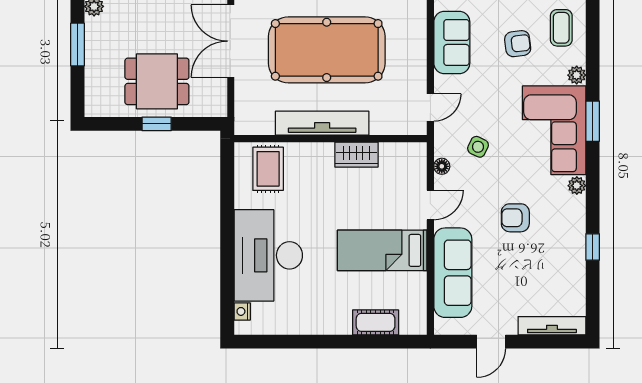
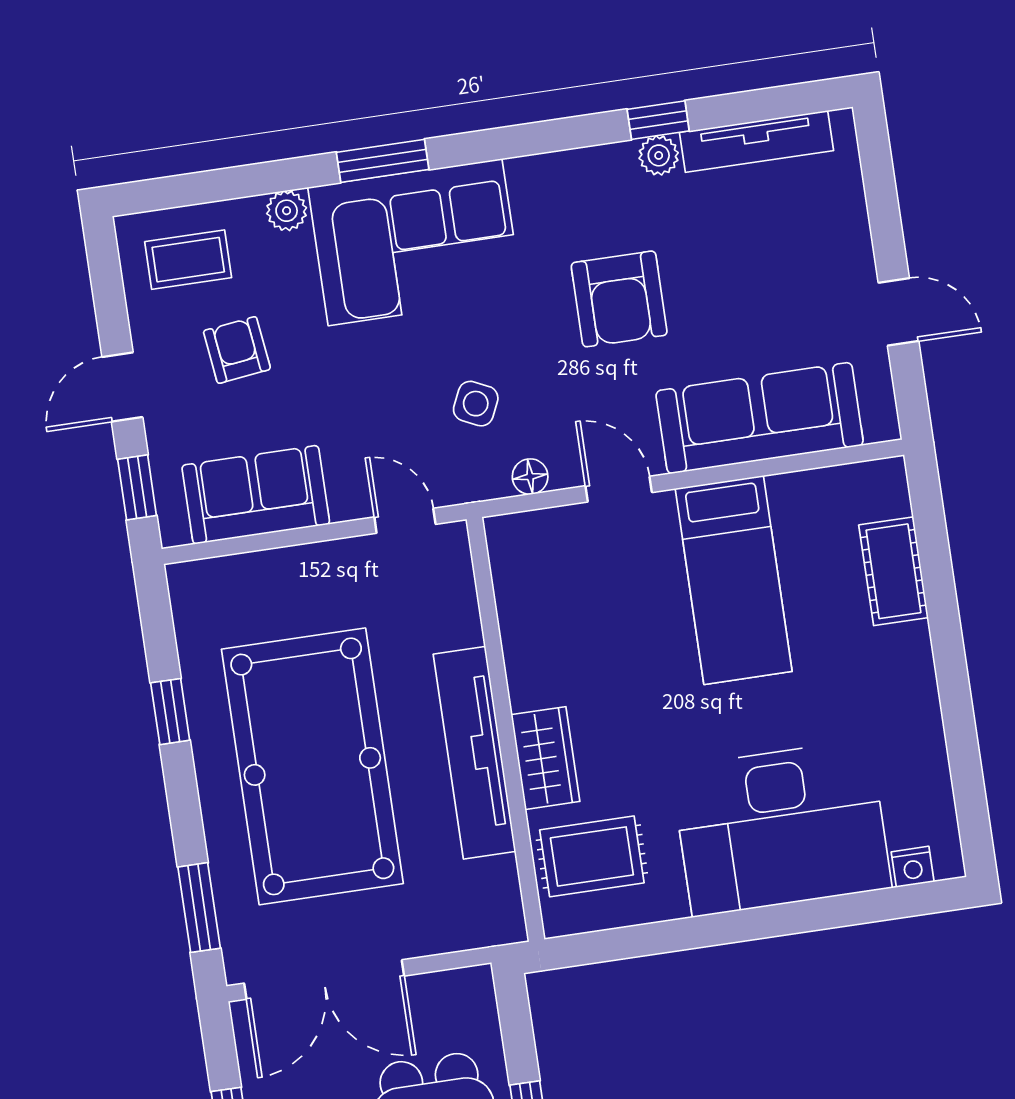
wardrobe: (356, 155) -> (545, 758), moved
plant: (577, 186) -> (659, 155), moved
armchair: (515, 218) -> (619, 299), width x1.38, depth x1.38
tv unit: (552, 326) -> (757, 141), moved, turned -90

